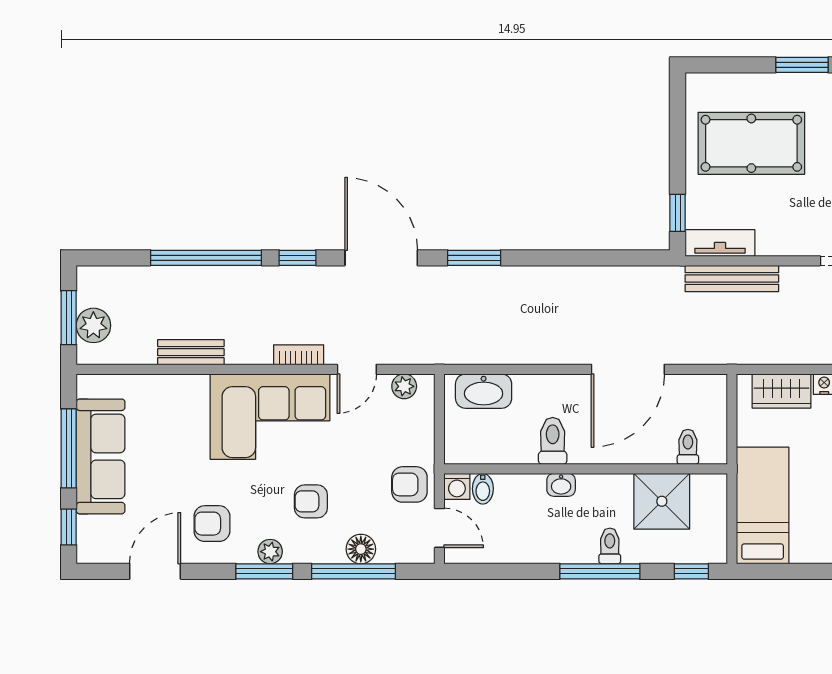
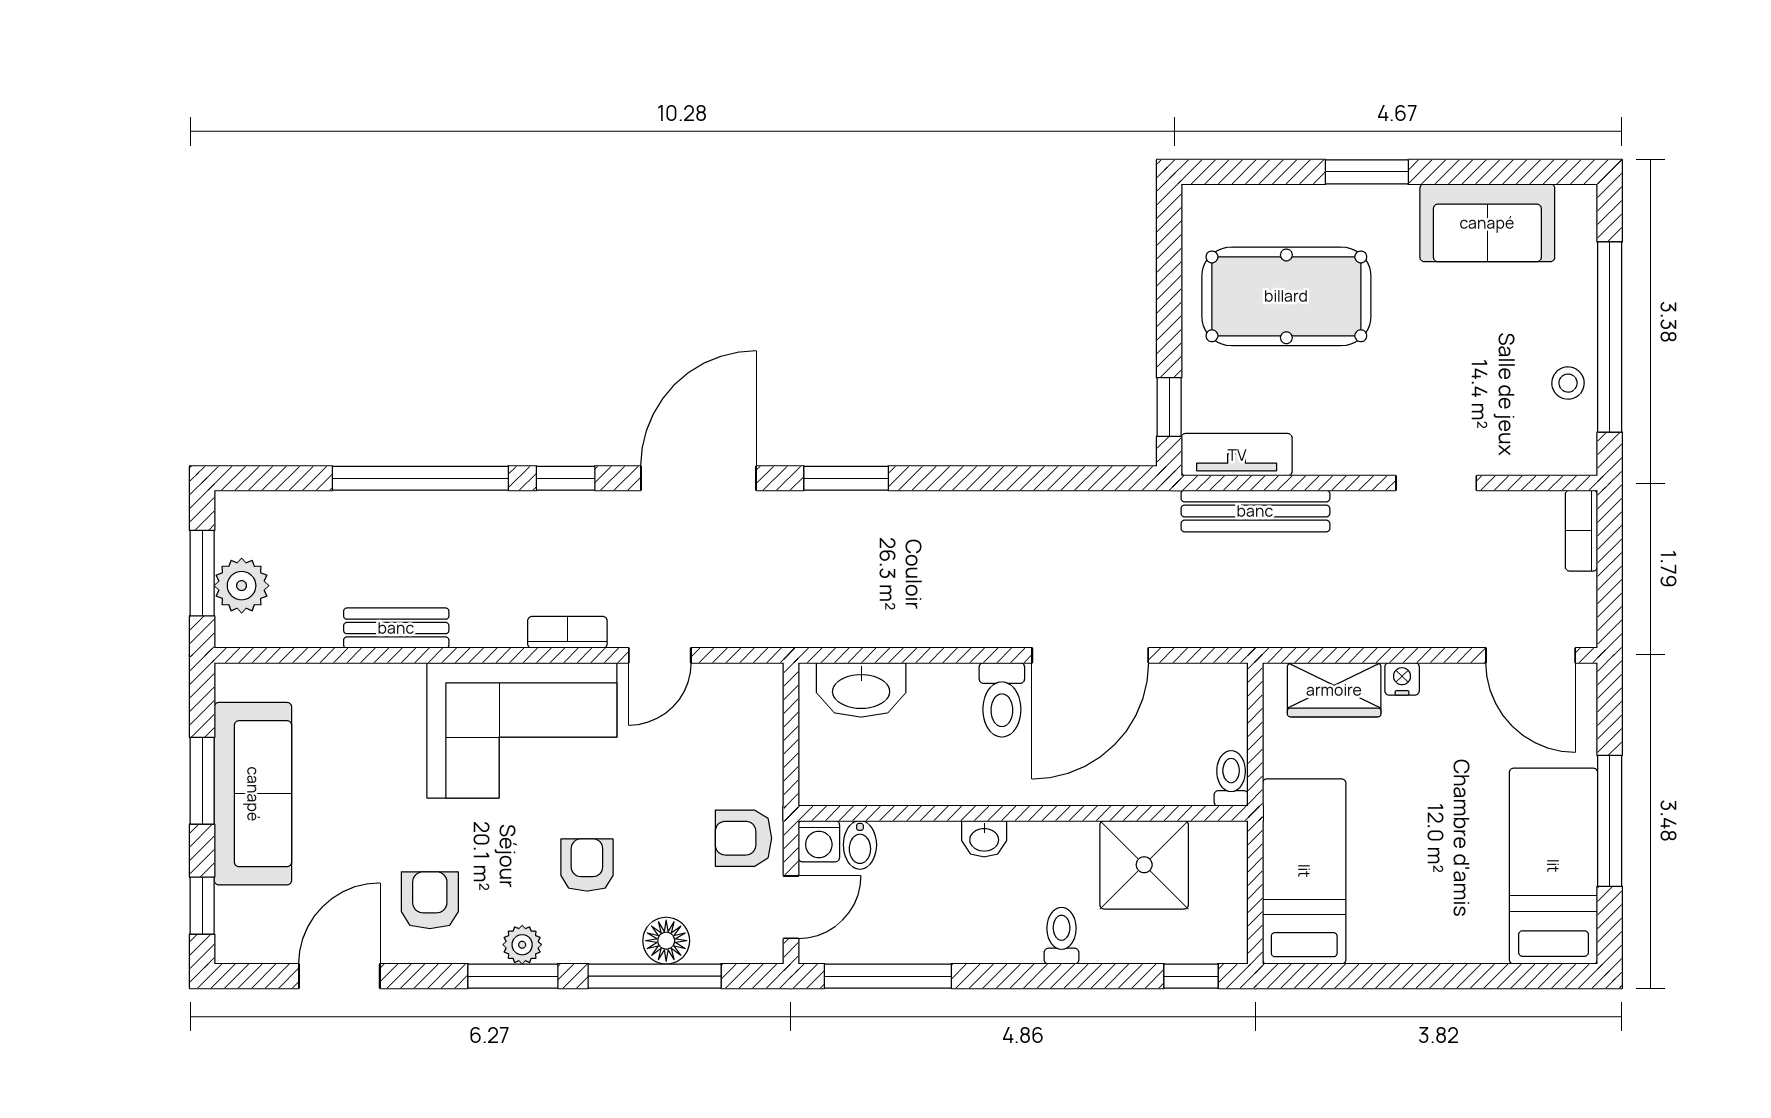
door: (381, 258) -> (699, 478), hinge flipped
plant: (404, 386) -> (735, 682), removed
toilet: (553, 441) -> (1002, 700), moved, turned 180
toilet: (688, 447) -> (1231, 778), moved
window: (69, 448) -> (202, 781), width x0.69
armchair: (311, 501) -> (587, 865), turned 90
armchair: (212, 524) -> (430, 900), turned 90
door: (439, 528) -> (791, 907), hinge flipped
window: (600, 571) -> (888, 976), moved

